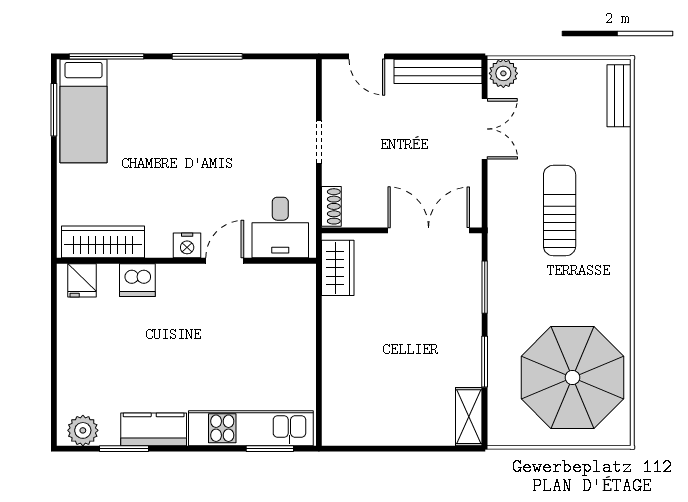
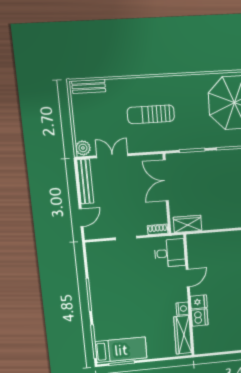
nightstand: (187, 245) -> (182, 309), moved
door: (225, 261) -> (188, 278), swing flipped
fridge: (82, 280) -> (199, 302), moved

